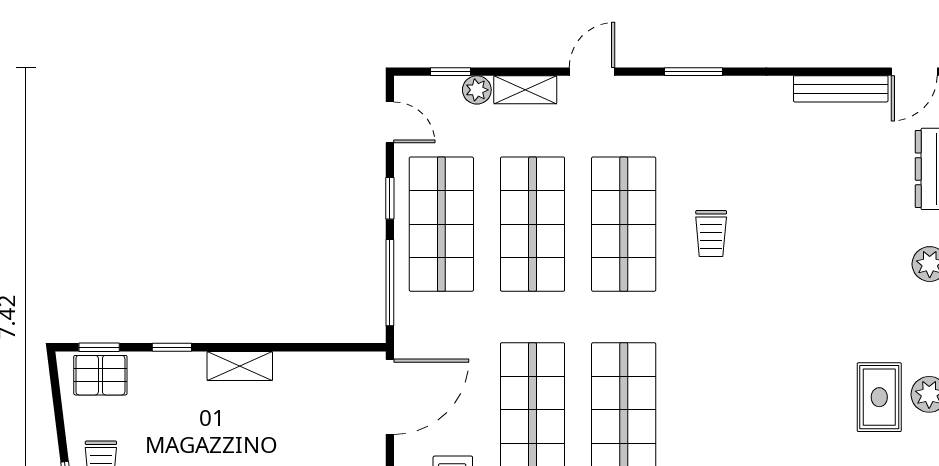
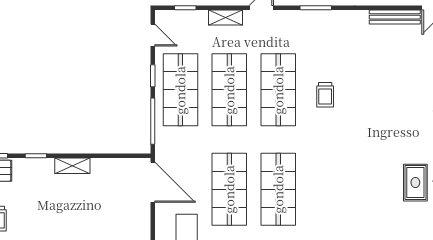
plant: (477, 90) -> (199, 18), removed
door: (390, 397) -> (153, 182), hinge flipped

